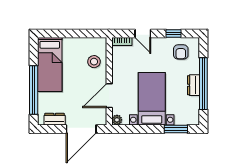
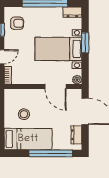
stool: (94, 62) -> (24, 114), moved
dresser: (193, 85) -> (72, 12), moved
window: (176, 129) -> (85, 43), moved

